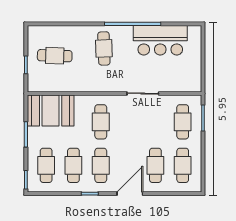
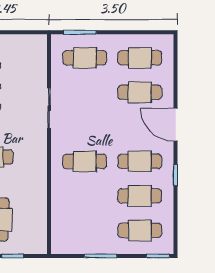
booth: (51, 111) -> (71, 225), removed

